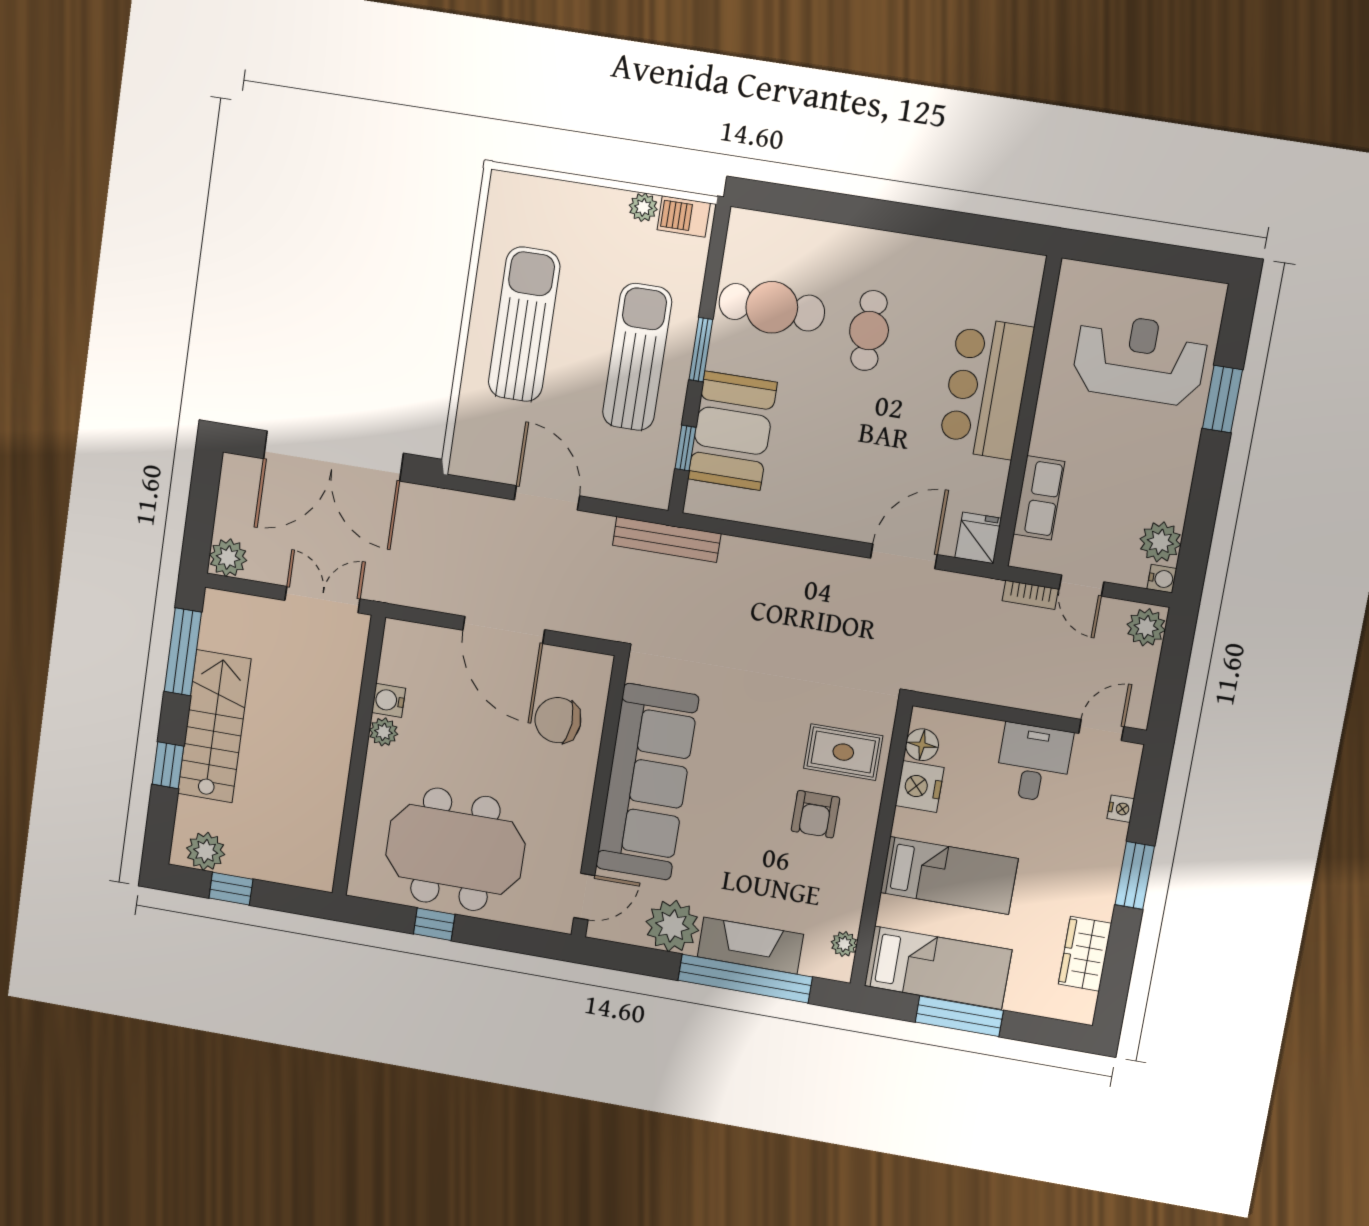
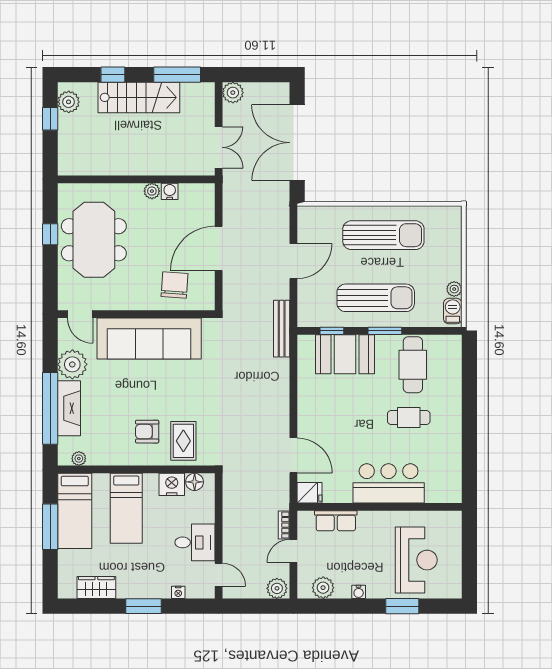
water cooler: (1162, 579) -> (359, 592), moved

